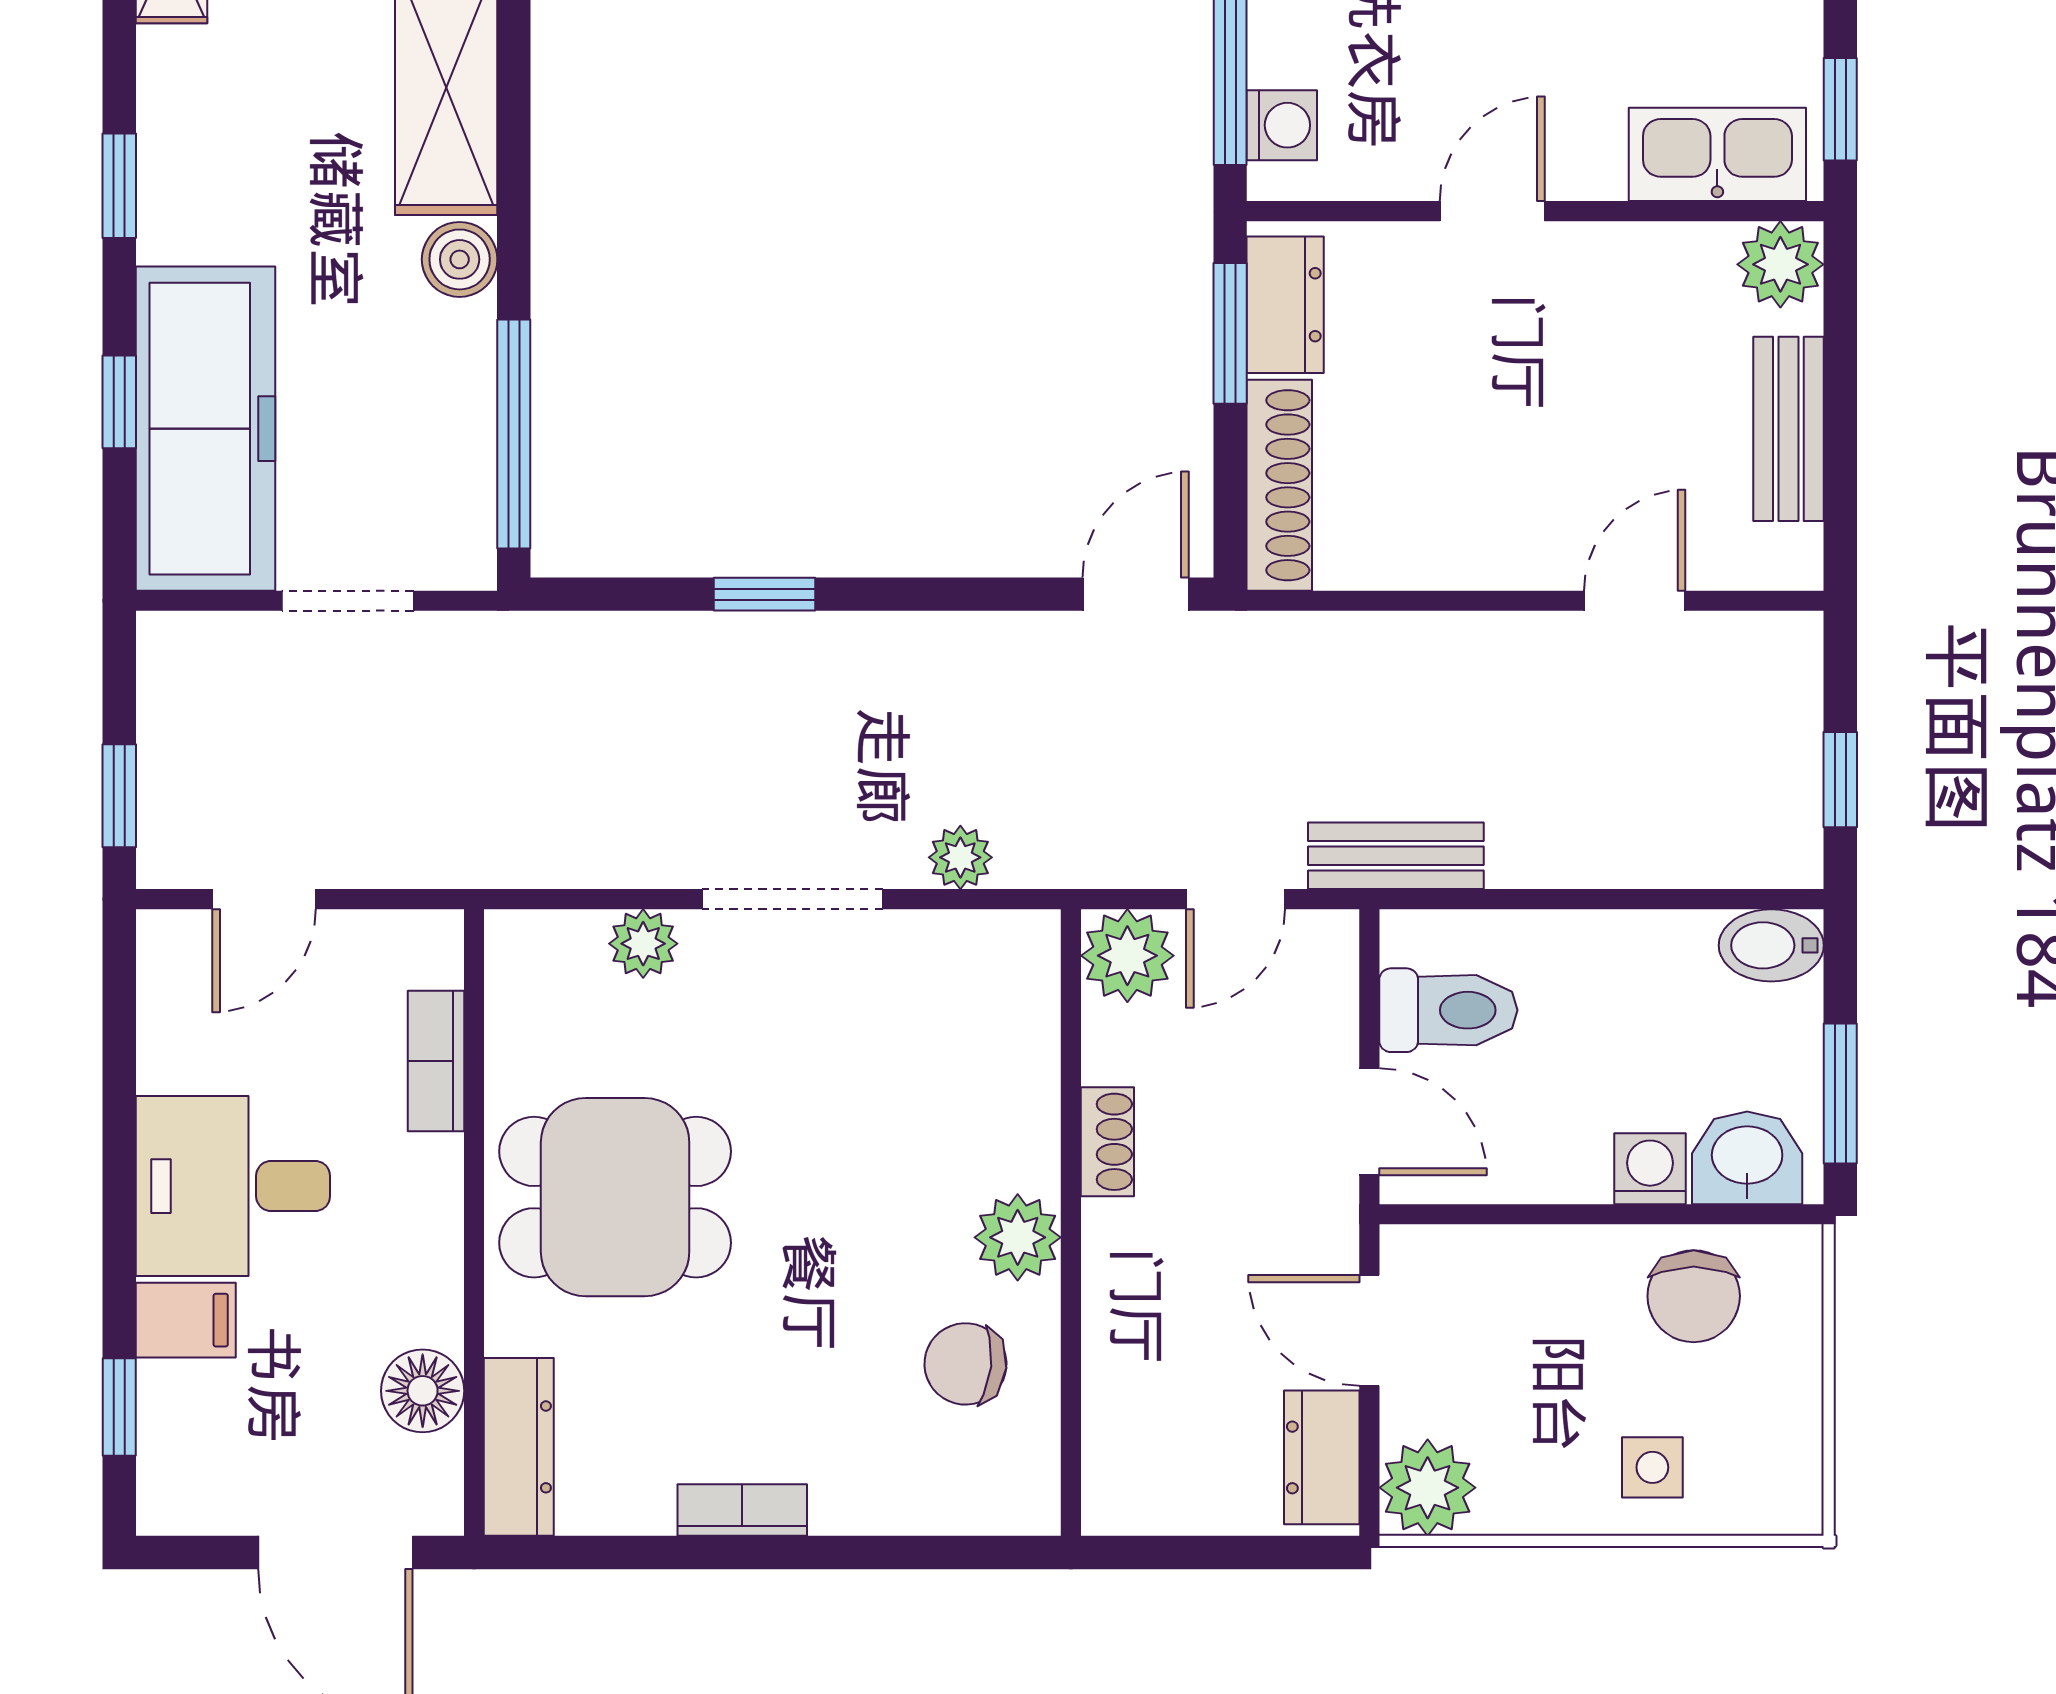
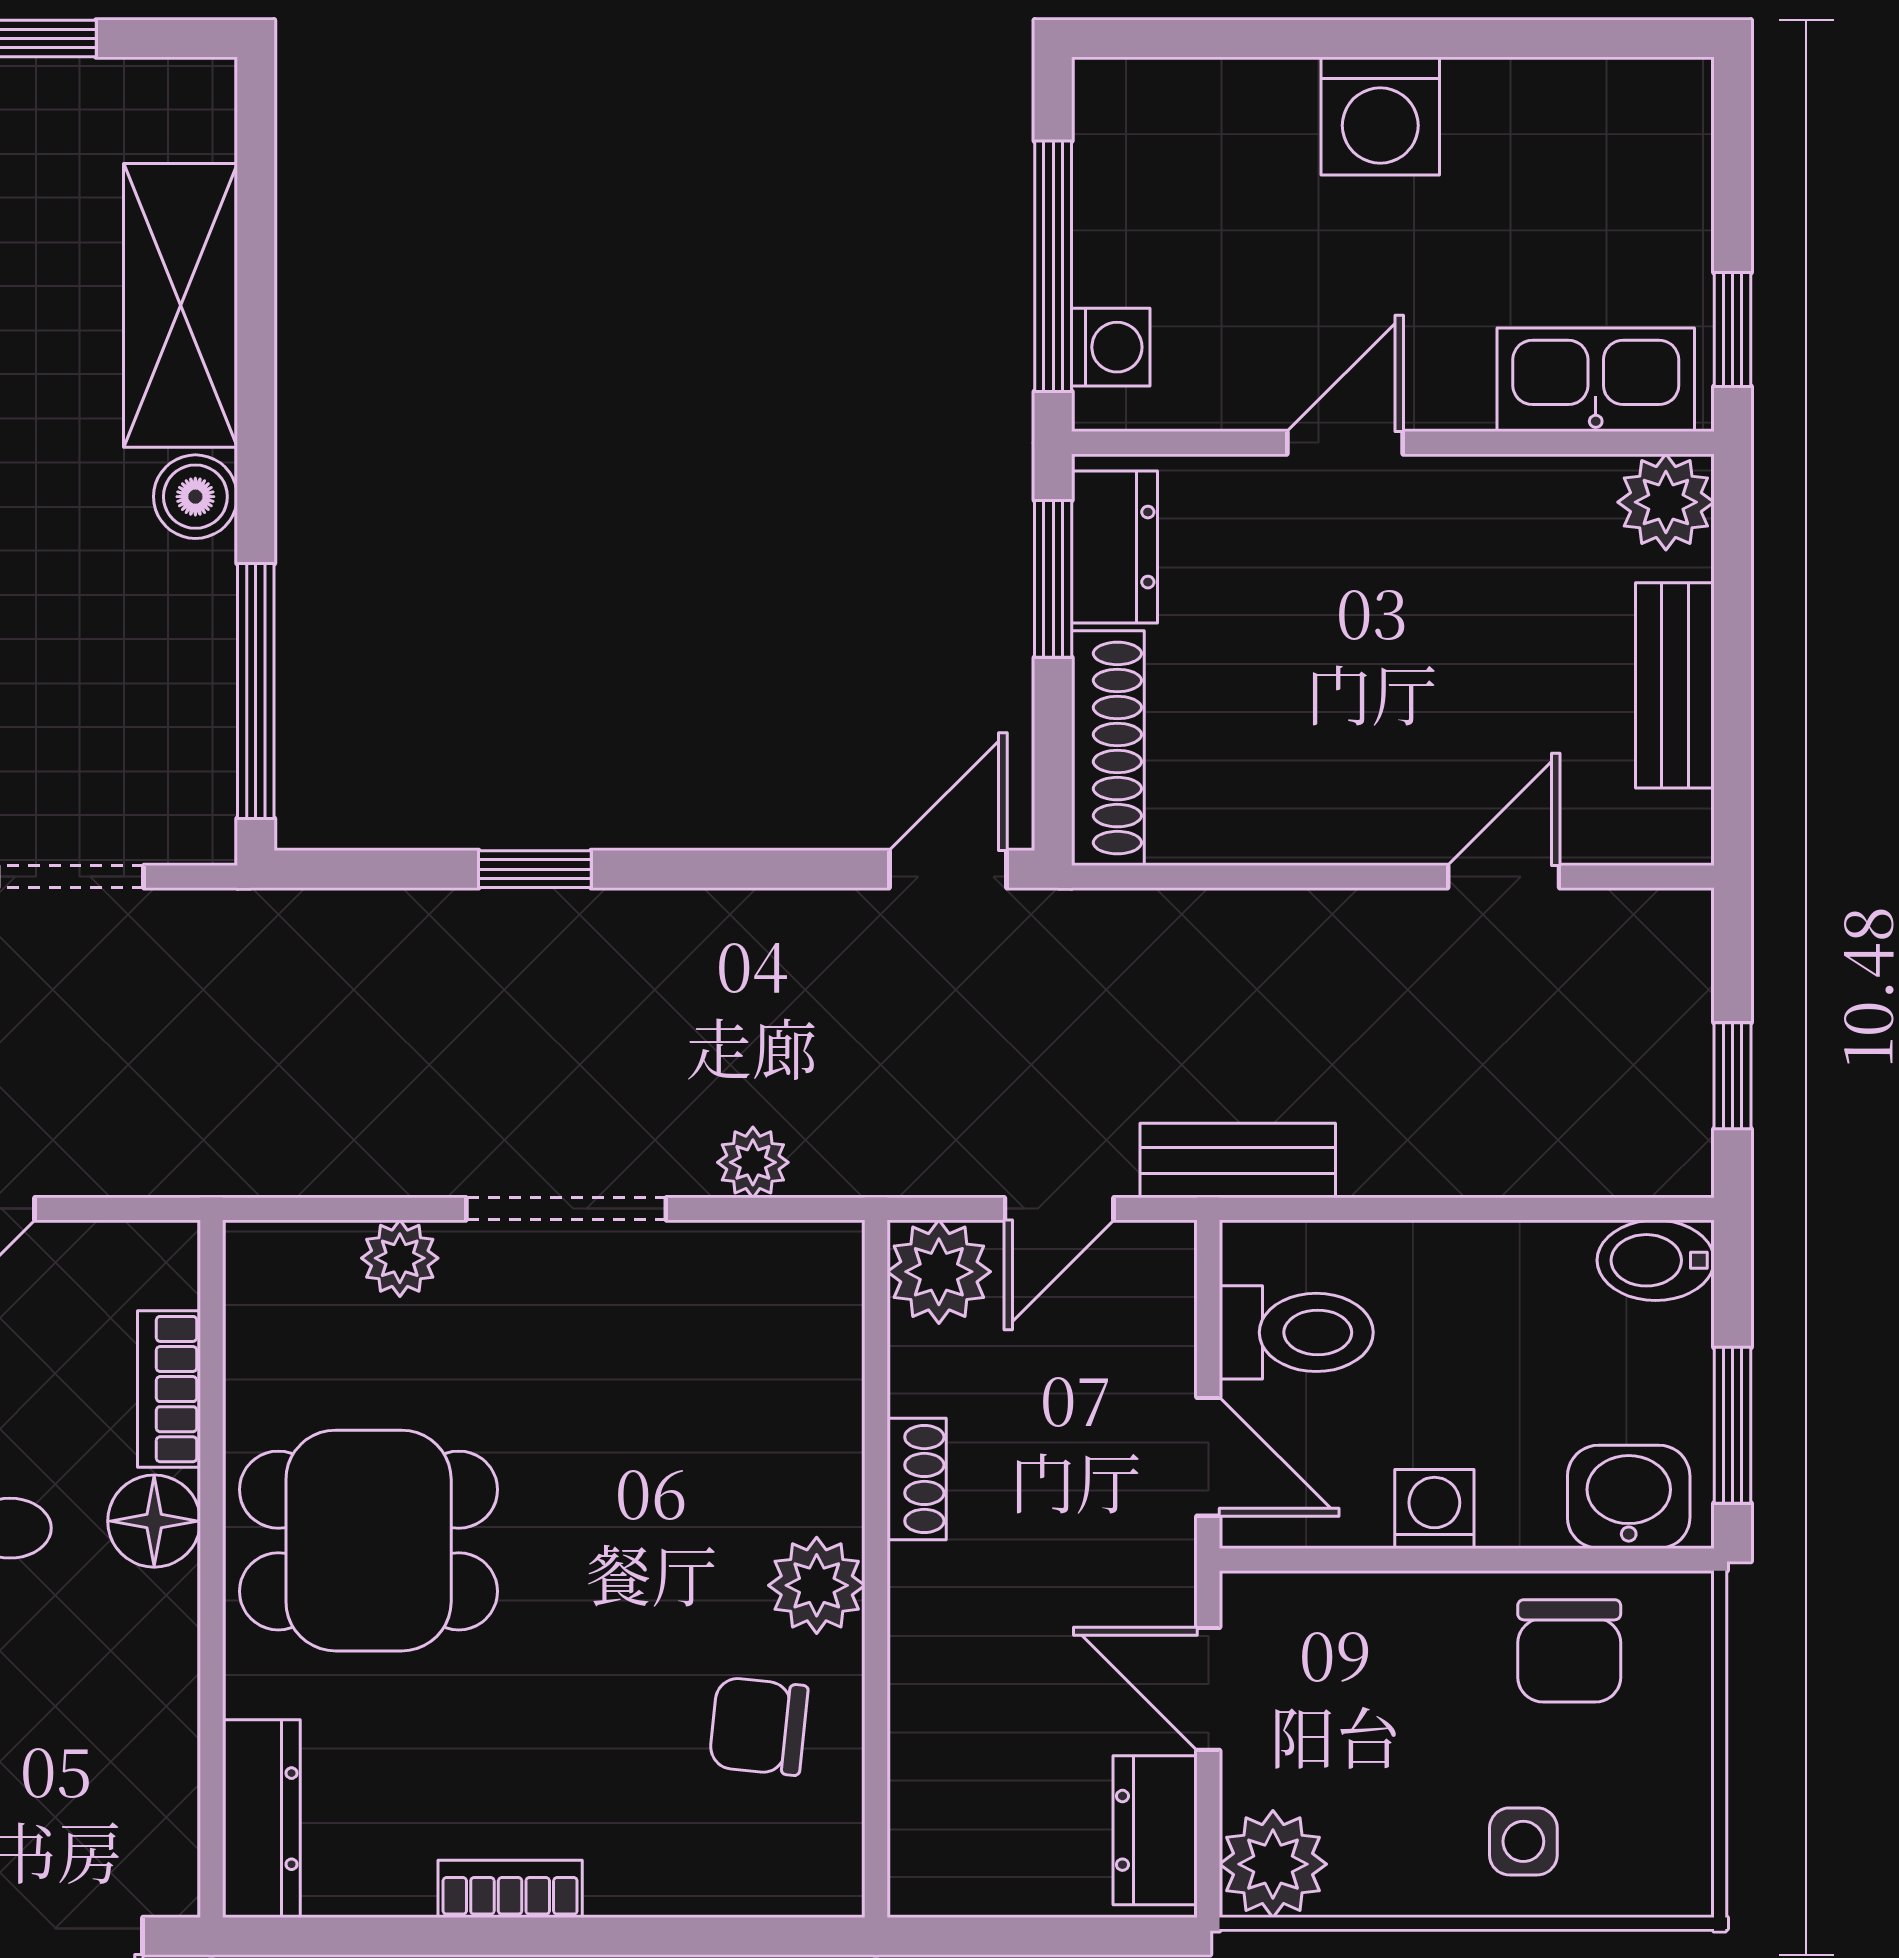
washing machine: (1650, 1169) -> (1434, 1509), moved
floor lamp: (423, 1391) -> (154, 1521), moved

